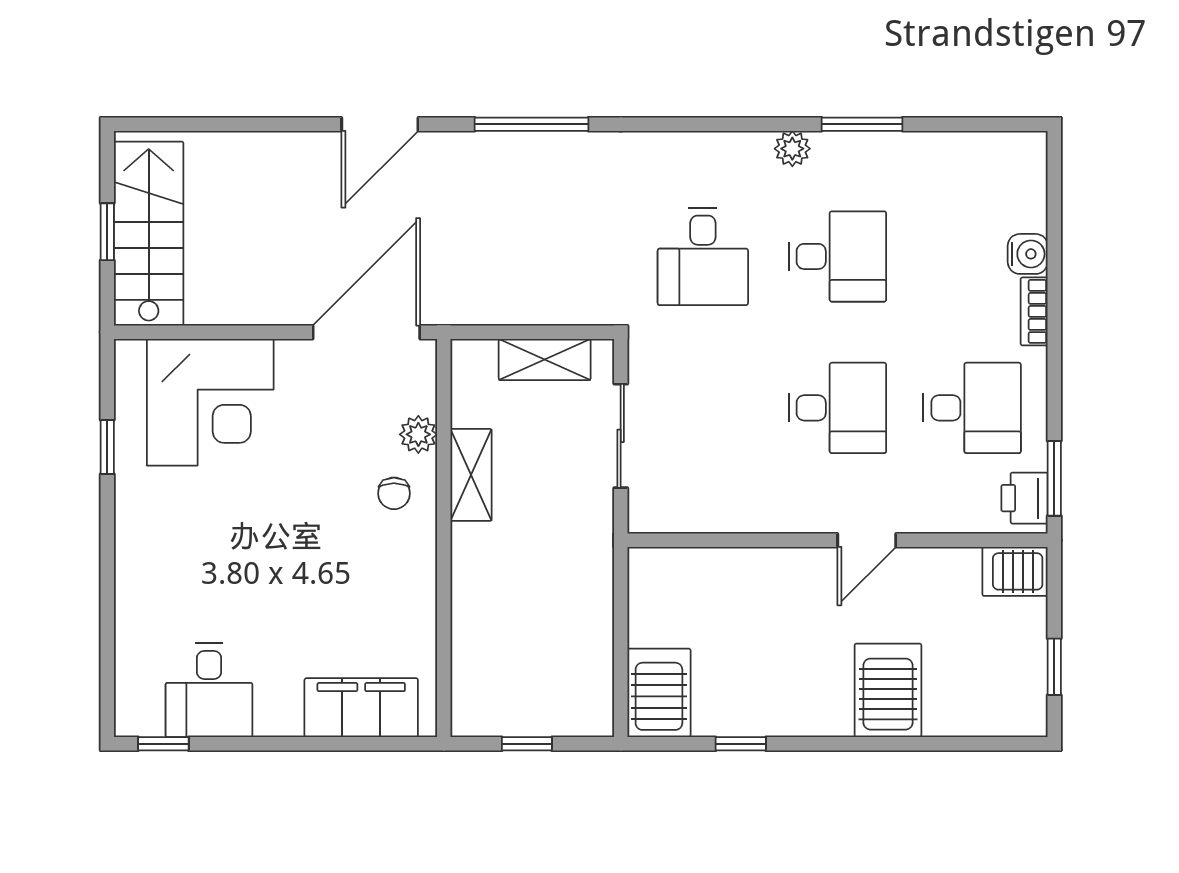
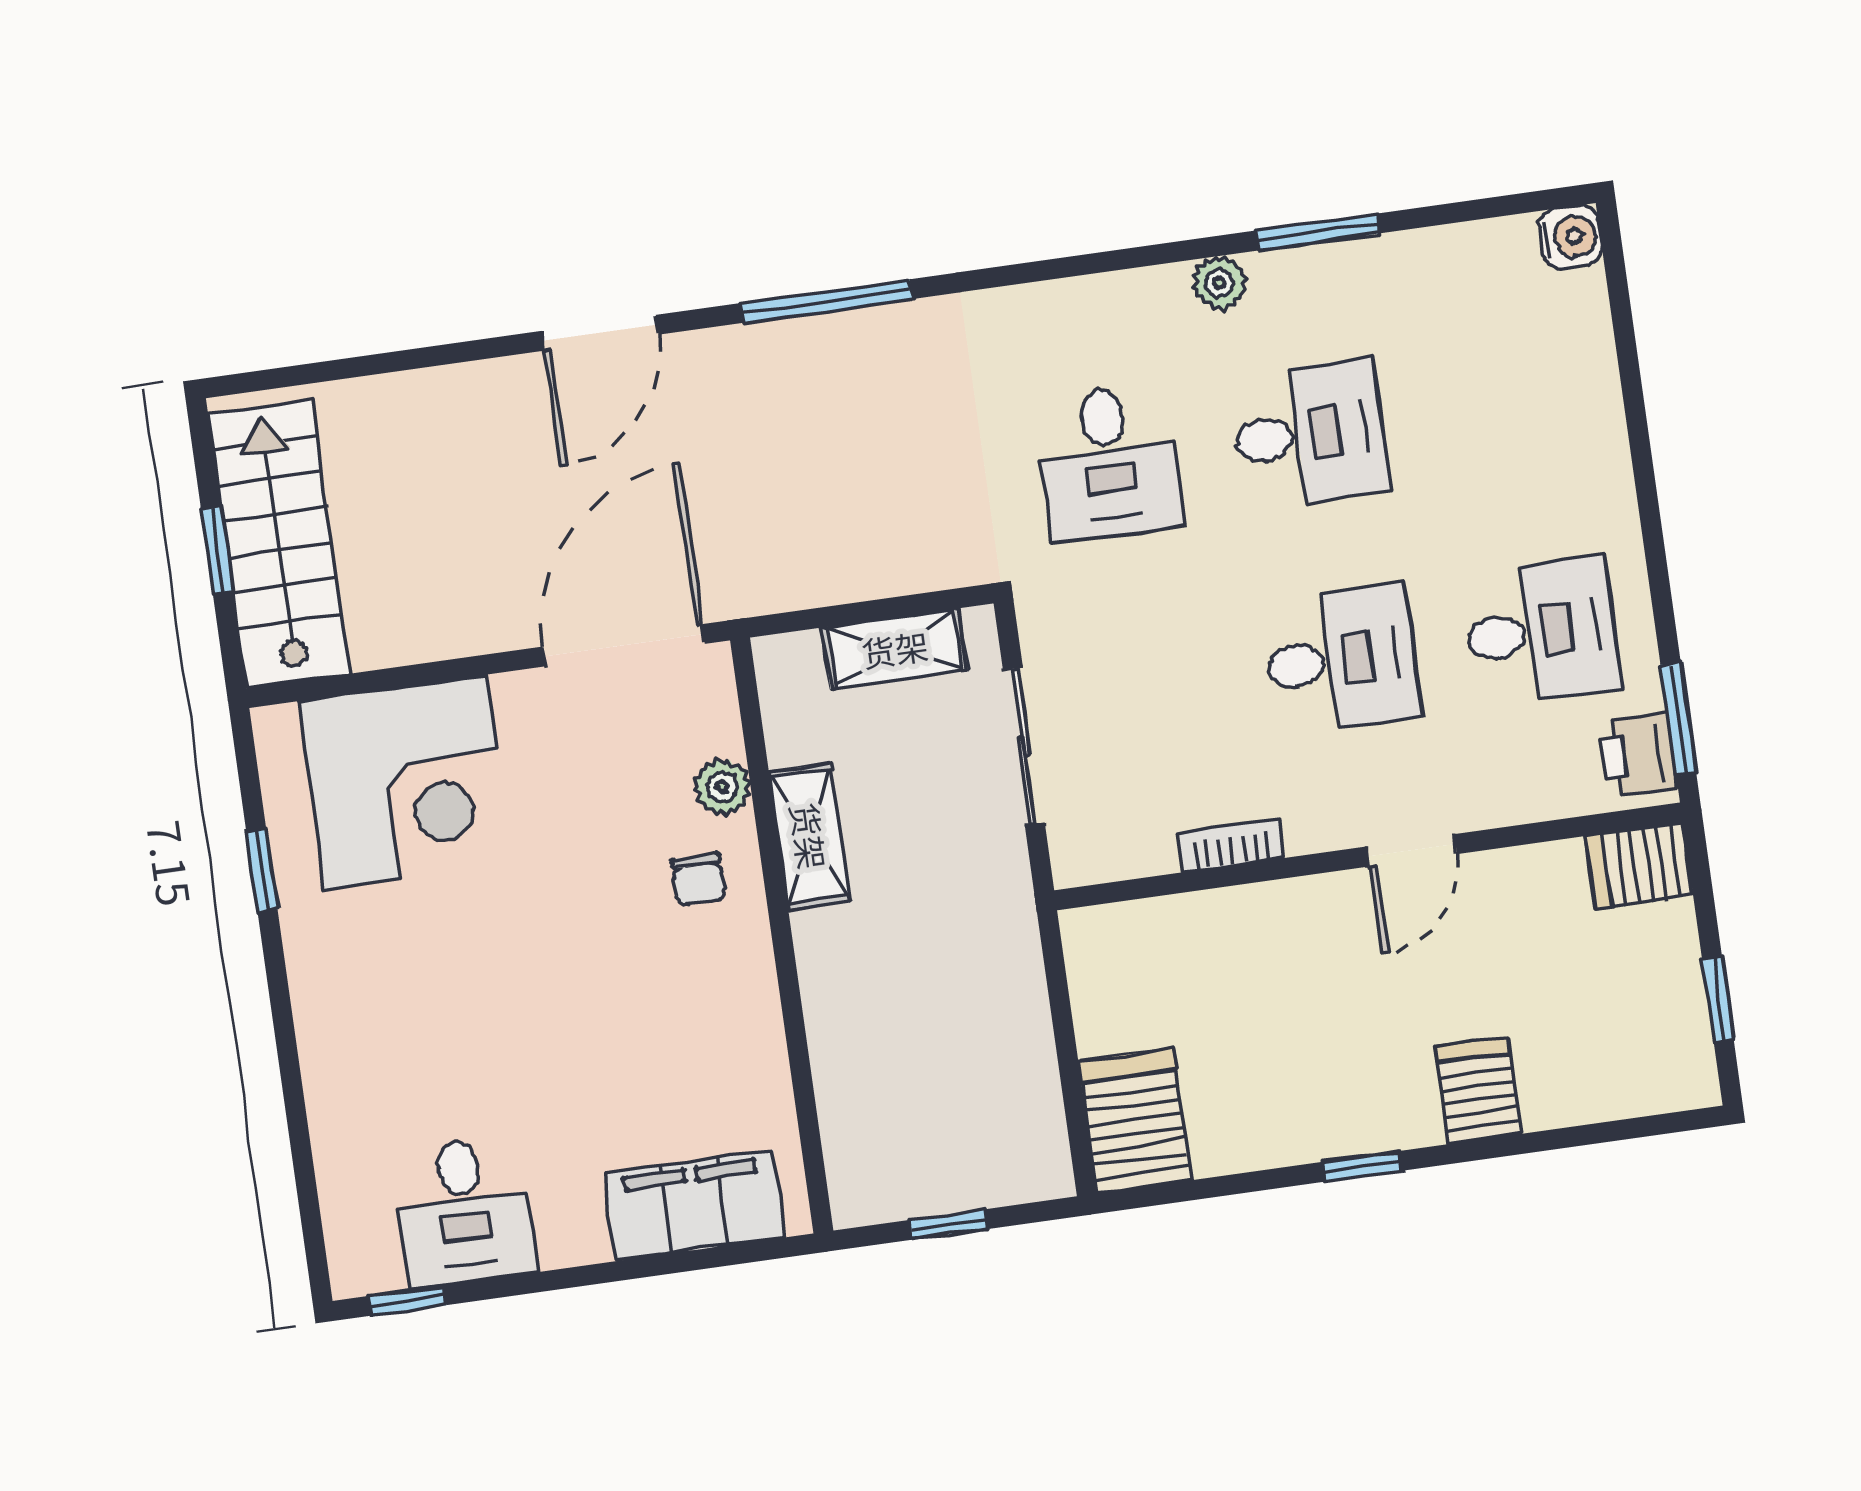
water cooler: (1028, 254) -> (1570, 237), moved
bookcase: (1034, 311) -> (1231, 845), moved, turned 90
server rack: (888, 690) -> (1478, 1091), width x0.73, depth x0.70
window: (741, 744) -> (1363, 1166), moved

